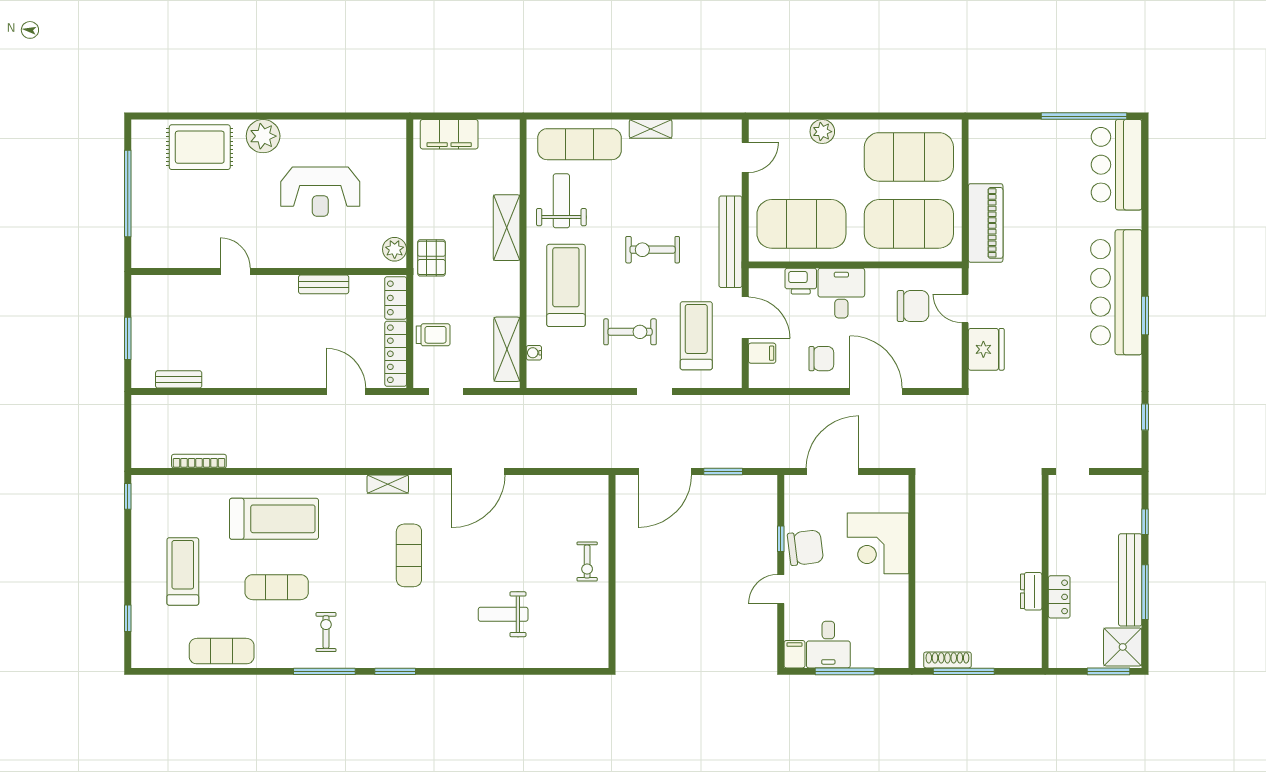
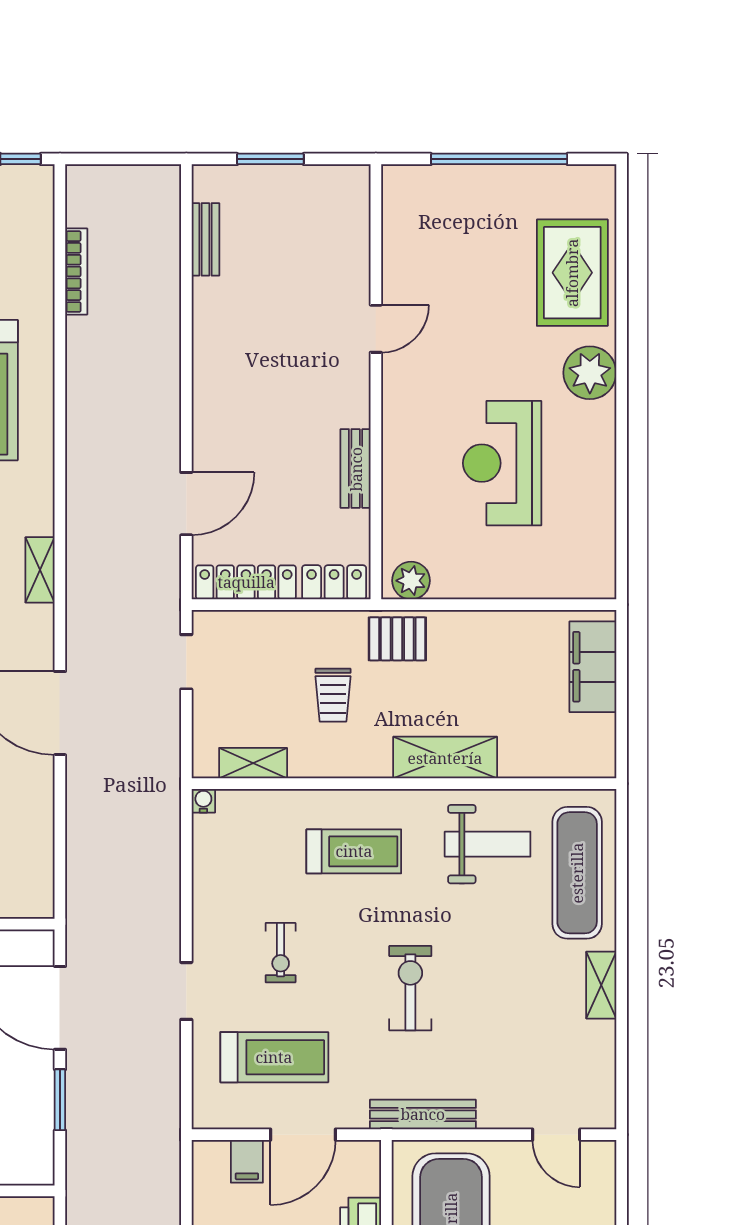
bench: (730, 242) -> (423, 1114), width x0.73, depth x0.82
treadmill: (566, 285) -> (354, 851), width x0.73, depth x0.73
exercise bike: (630, 332) -> (281, 953), width x0.73, depth x0.72
trolley: (433, 335) -> (333, 695), moved
shelving: (507, 349) -> (253, 763), width x0.67, depth x0.75
water cooler: (534, 353) -> (203, 801), moved

